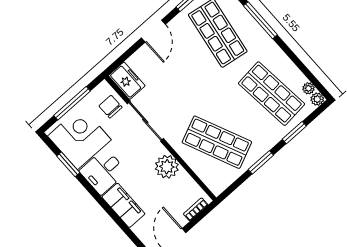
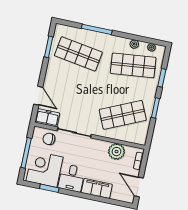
door: (153, 31) -> (38, 96), moved
plant: (317, 99) -> (134, 44), moved
plant: (167, 167) -> (116, 152), moved

